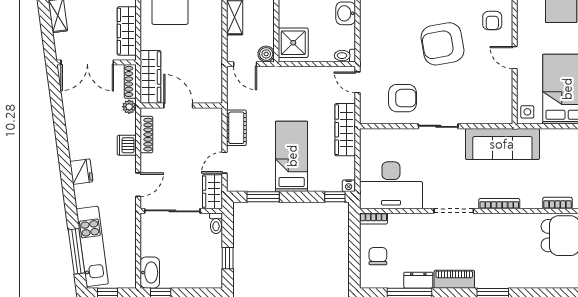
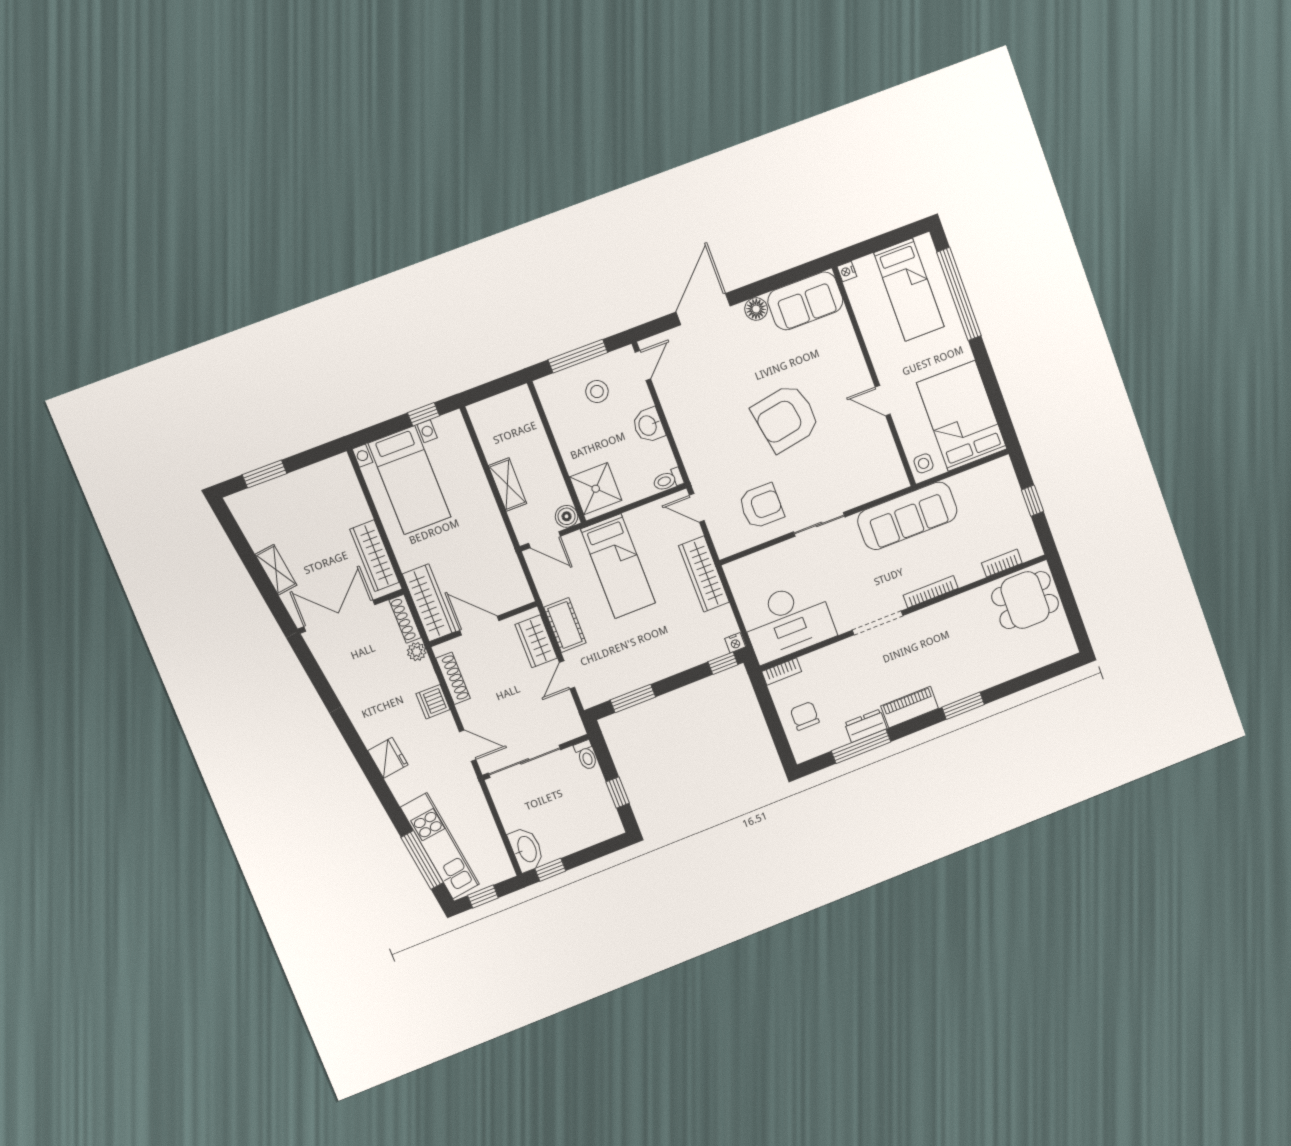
armchair: (492, 21) -> (837, 364), removed
double door: (87, 62) -> (339, 616), swing flipped
bed: (292, 156) -> (618, 566), moved, turned 180
door: (138, 185) -> (468, 746), hinge flipped
wardrobe: (212, 192) -> (536, 641), moved

